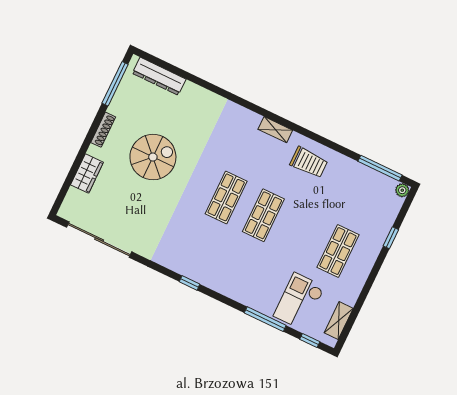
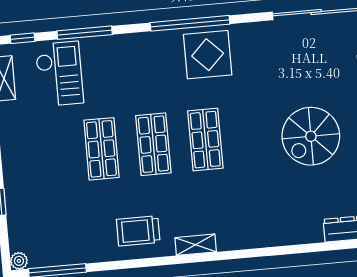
shop shelf: (338, 251) -> (101, 149), moved
display table: (190, 254) -> (208, 55), added
window: (190, 283) -> (190, 23), width x3.17

